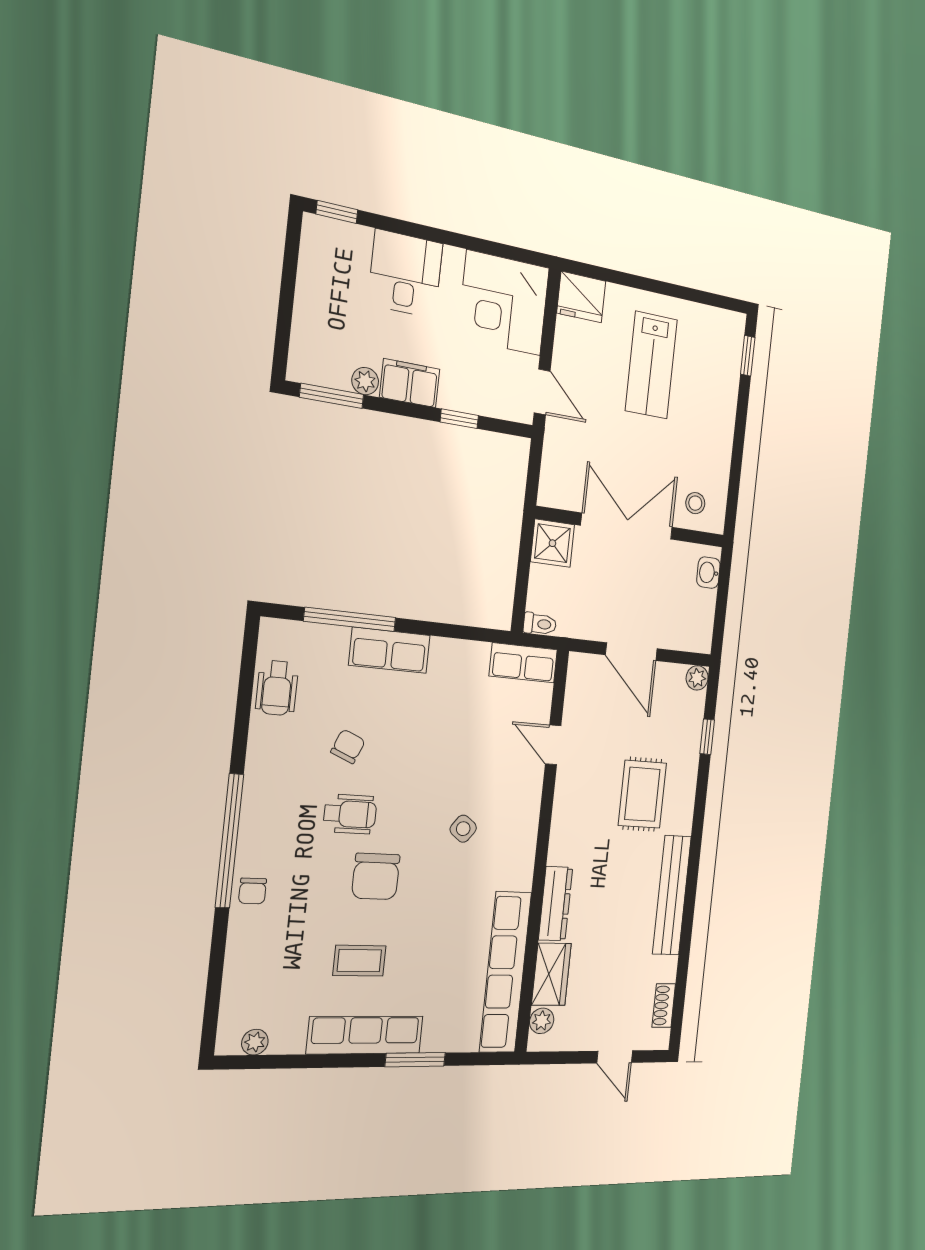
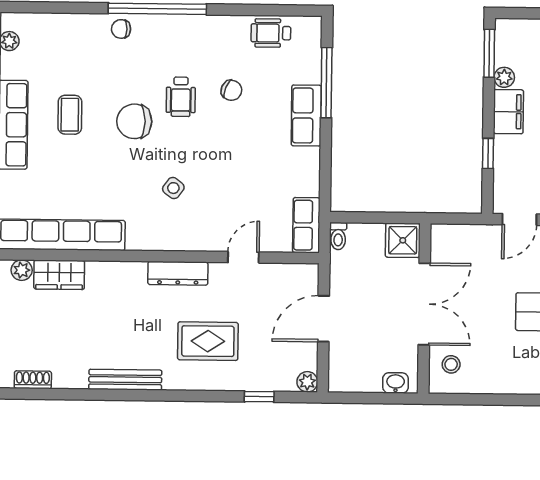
bench: (672, 895) -> (125, 380), width x0.73, depth x0.82
dresser: (556, 904) -> (178, 273), moved

